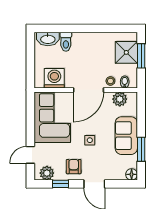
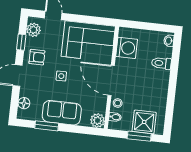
washbasin: (48, 39) -> (169, 41), width x0.52, depth x0.69
plant: (120, 99) -> (97, 120), moved
floor lamp: (132, 174) -> (24, 103), moved

